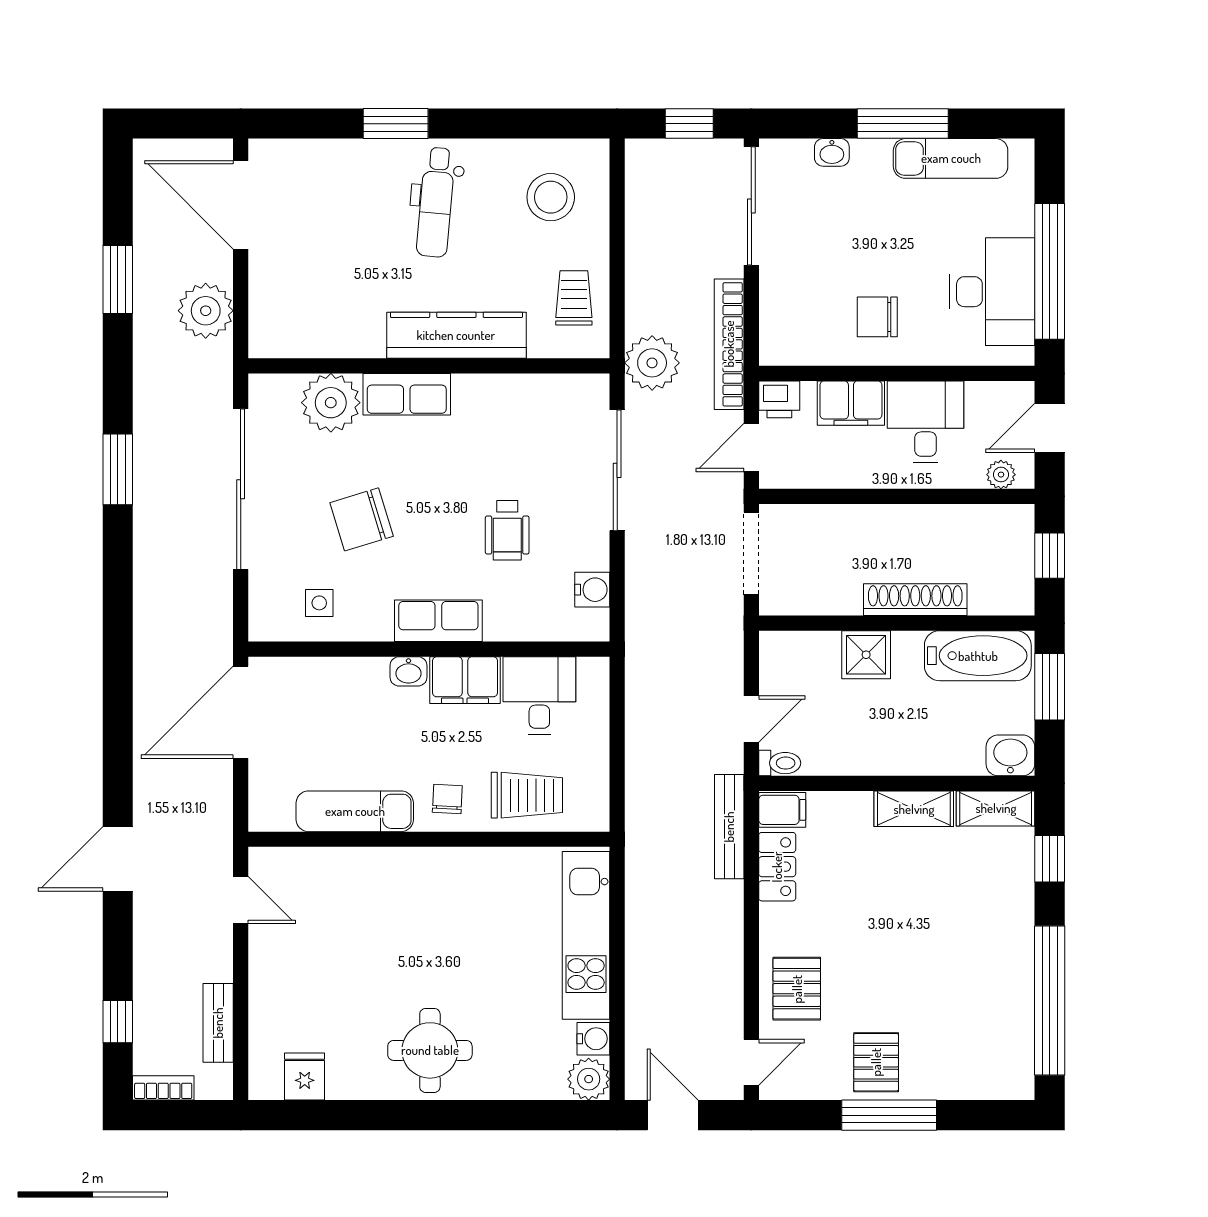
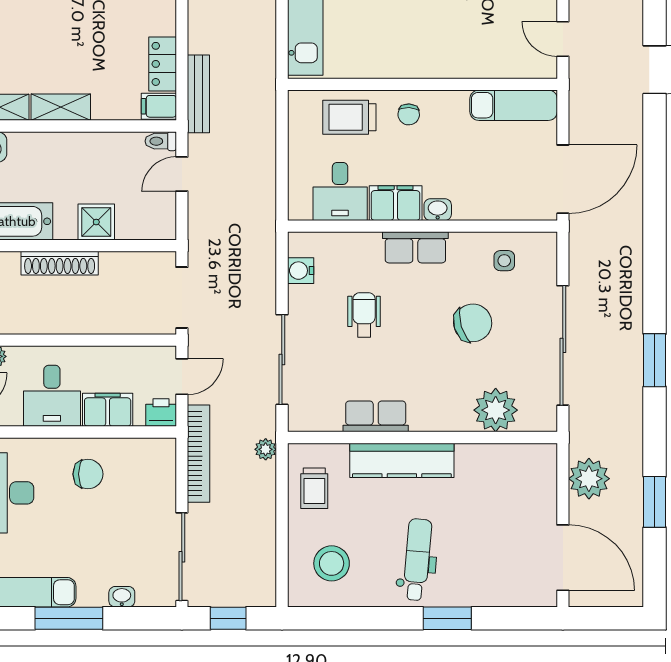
plant: (652, 363) -> (266, 449), width x0.53, depth x0.53
row of seats: (407, 394) -> (376, 416), moved
exam couch: (355, 811) -> (514, 105), moved

